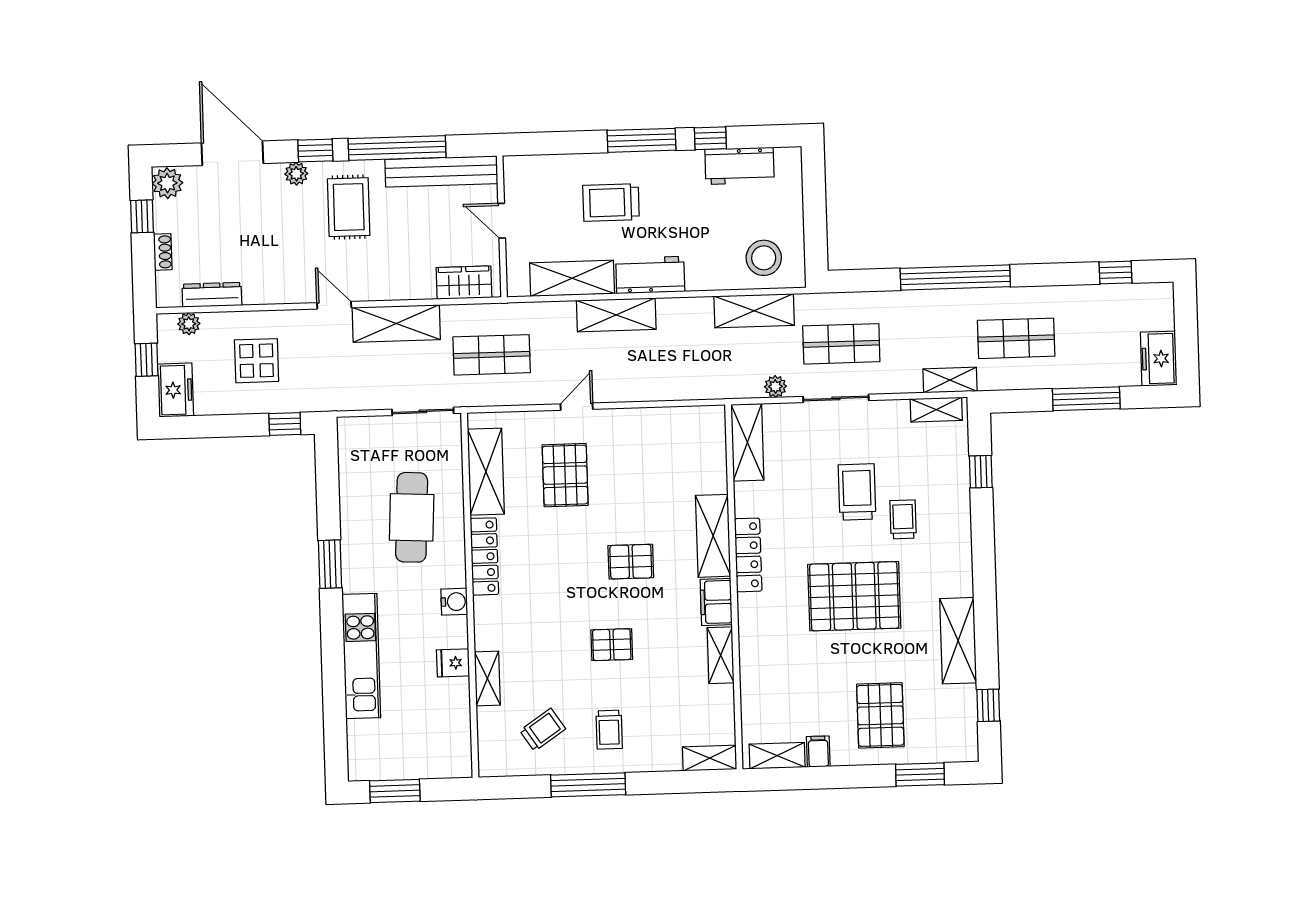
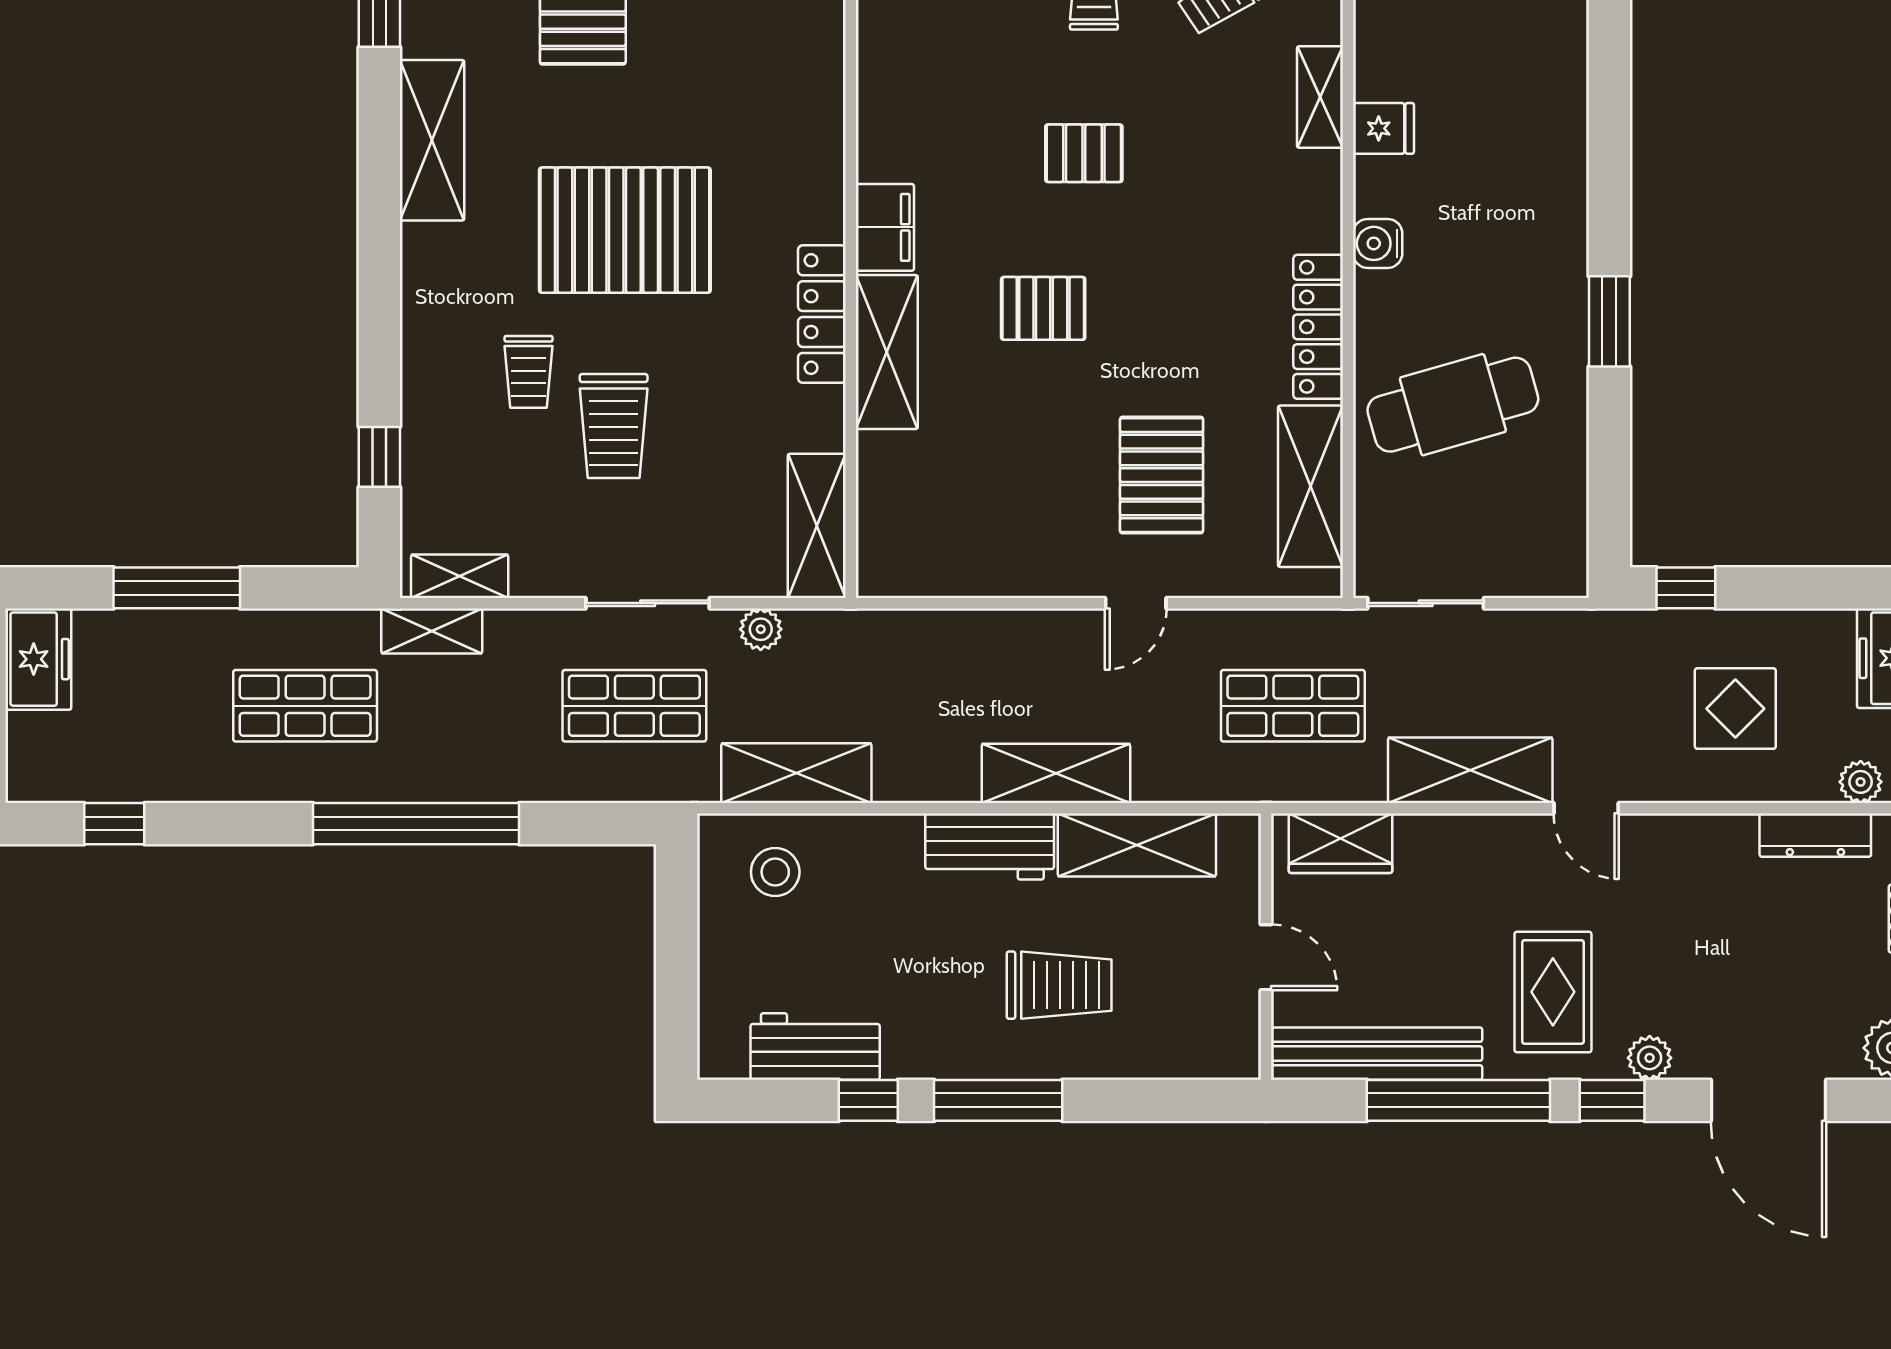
stool: (764, 258) -> (775, 872), width x0.73, depth x0.73
cafe table: (412, 517) -> (1453, 405), turned 71
shelving: (721, 655) -> (880, 127), removed
kitchen unit: (361, 656) -> (1556, 147), removed

